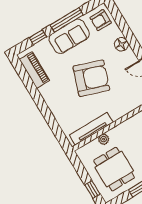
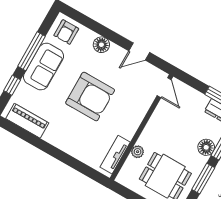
armchair: (91, 78) -> (90, 97), turned 71
tv unit: (91, 129) -> (115, 155), width x0.71

